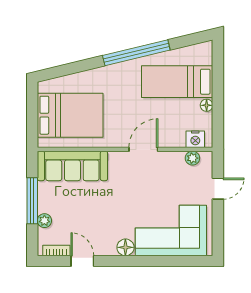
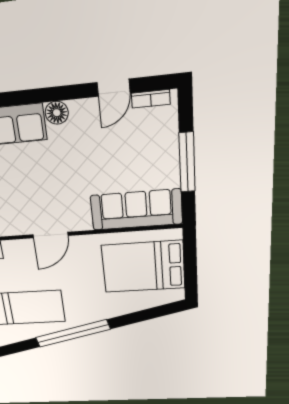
plant: (44, 221) -> (170, 138), removed
door: (82, 261) -> (113, 88), hinge flipped

